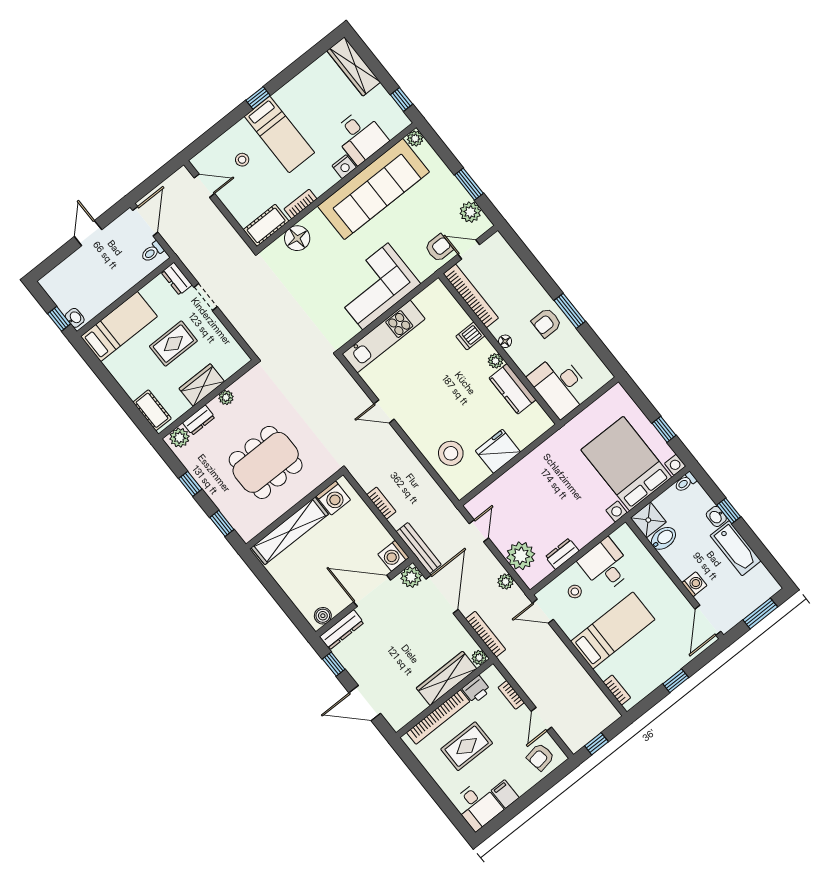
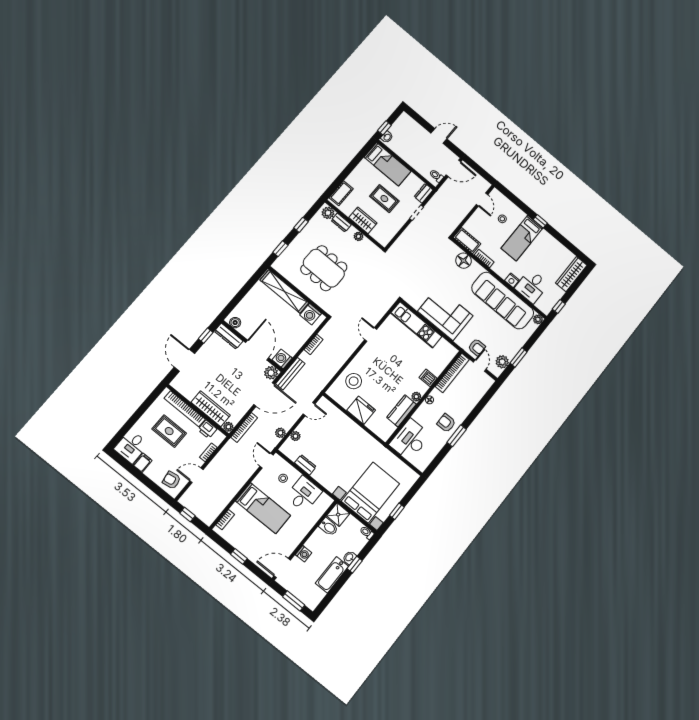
plant: (521, 556) -> (295, 436), width x0.53, depth x0.53

